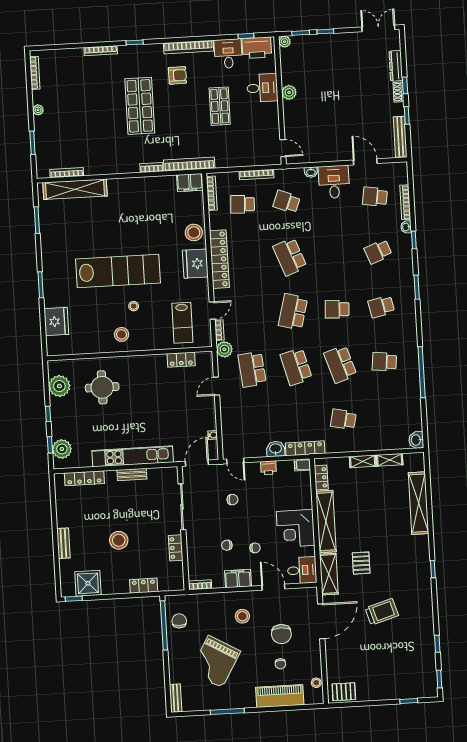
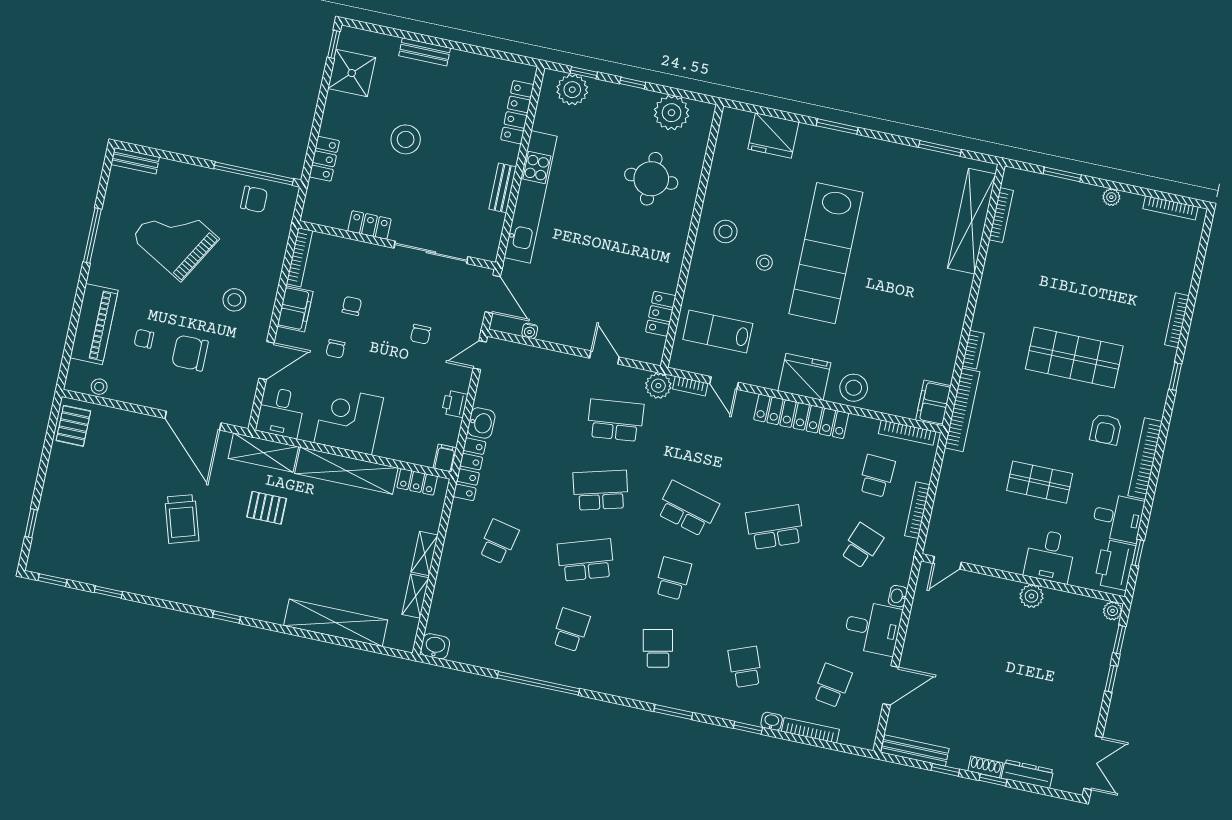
bookcase: (200, 585) -> (299, 257), width x1.56

